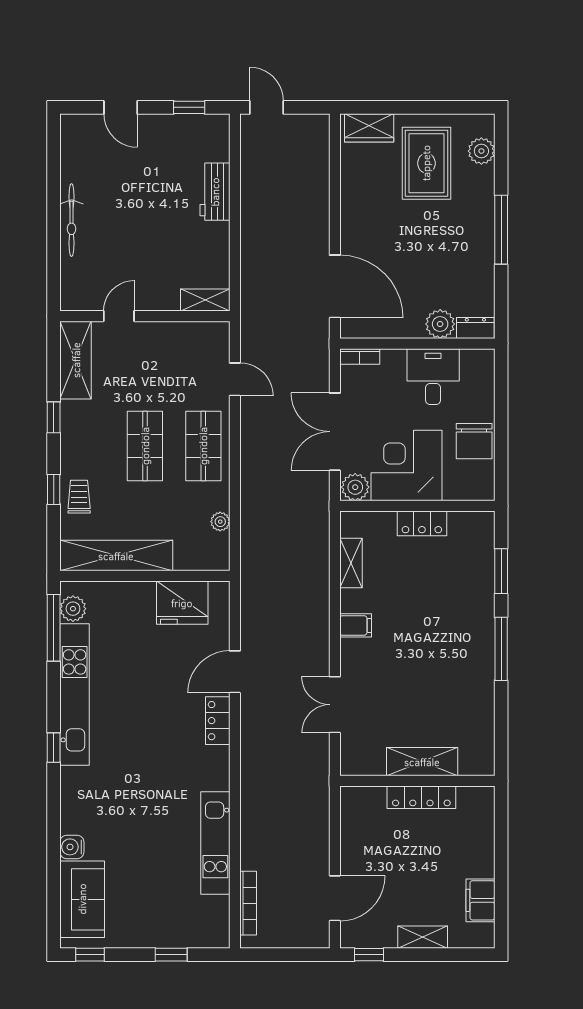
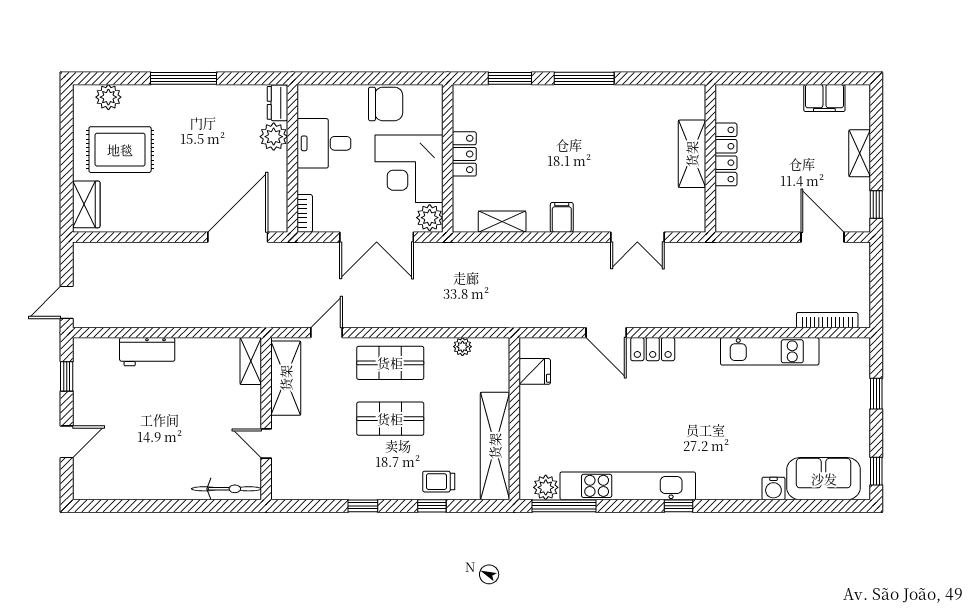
bicycle: (72, 220) -> (226, 489), moved
shelving: (76, 360) -> (286, 378), moved, turned 90
fridge: (182, 603) -> (535, 371), width x0.53, depth x0.75

